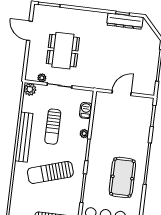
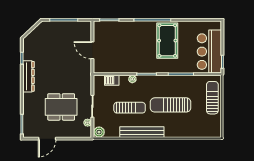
dresser: (125, 21) -> (28, 76), moved
sun lounger: (50, 172) -> (170, 105), turned 107
pool table: (122, 177) -> (167, 41), turned 90

